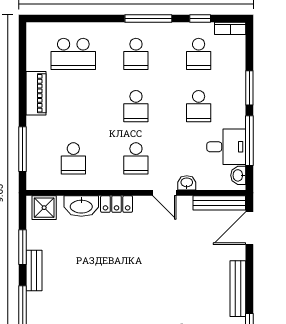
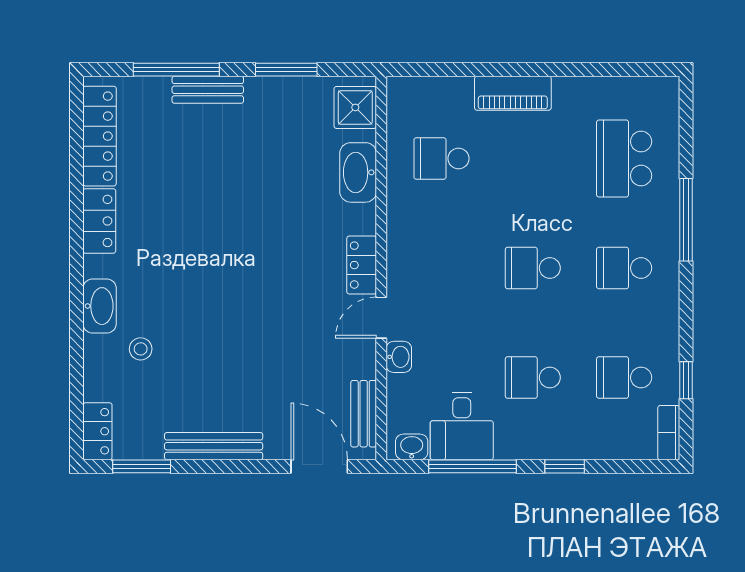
window: (148, 19) -> (686, 220), moved
window: (249, 88) -> (565, 466), width x0.67
piano: (36, 93) -> (513, 93), moved
window: (23, 149) -> (458, 70), removed
school desk: (136, 158) -> (442, 268), removed
bench: (219, 203) -> (364, 414), width x0.73
locker: (117, 204) -> (362, 265), moved
bench: (34, 270) -> (208, 90), moved

